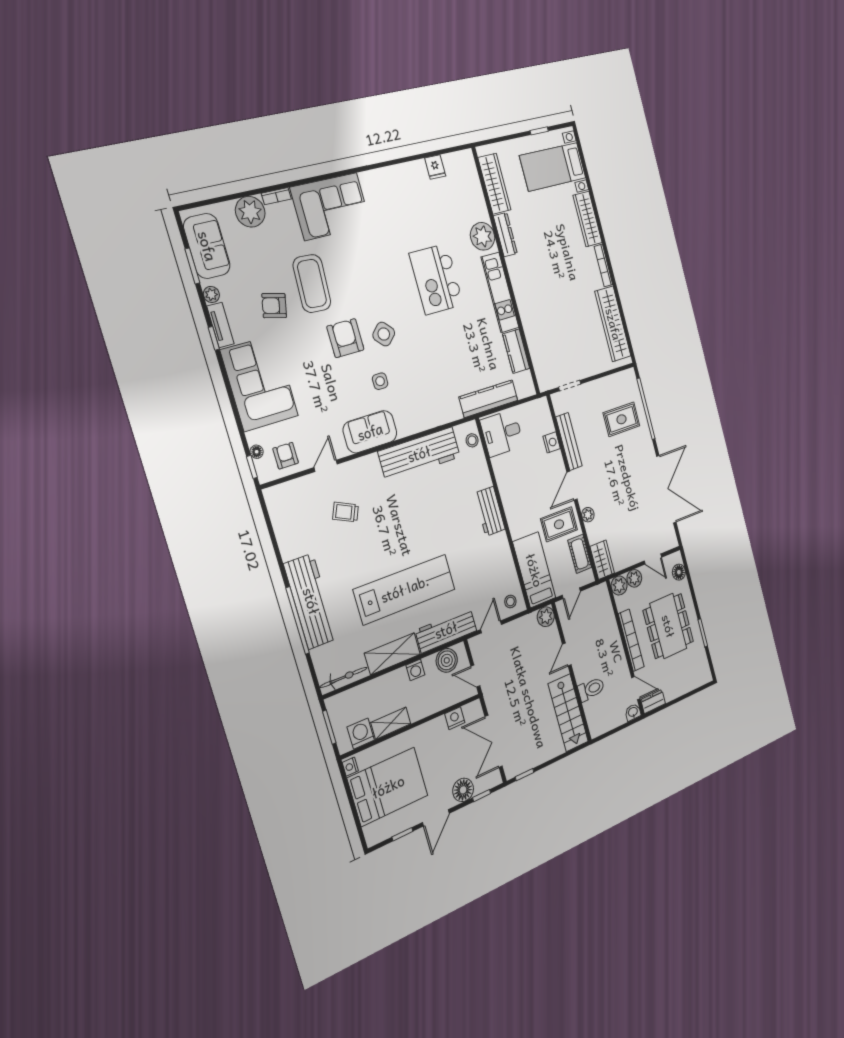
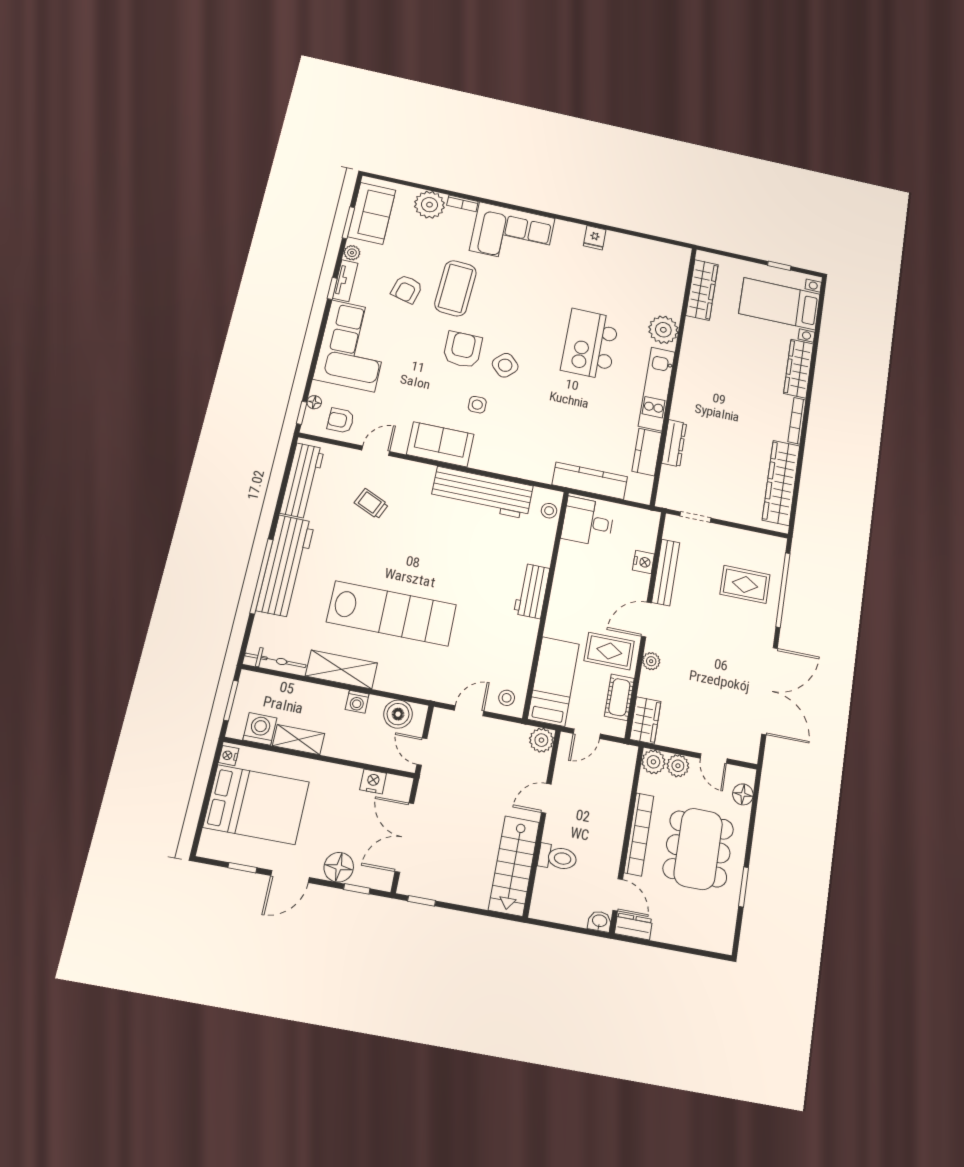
fridge: (435, 167) -> (595, 238), moved
dresser: (505, 235) -> (674, 443), moved
armchair: (274, 306) -> (407, 289), turned -88
armchair: (286, 456) -> (341, 420), turned -90
workbench: (446, 630) -> (302, 481), moved, turned 90

